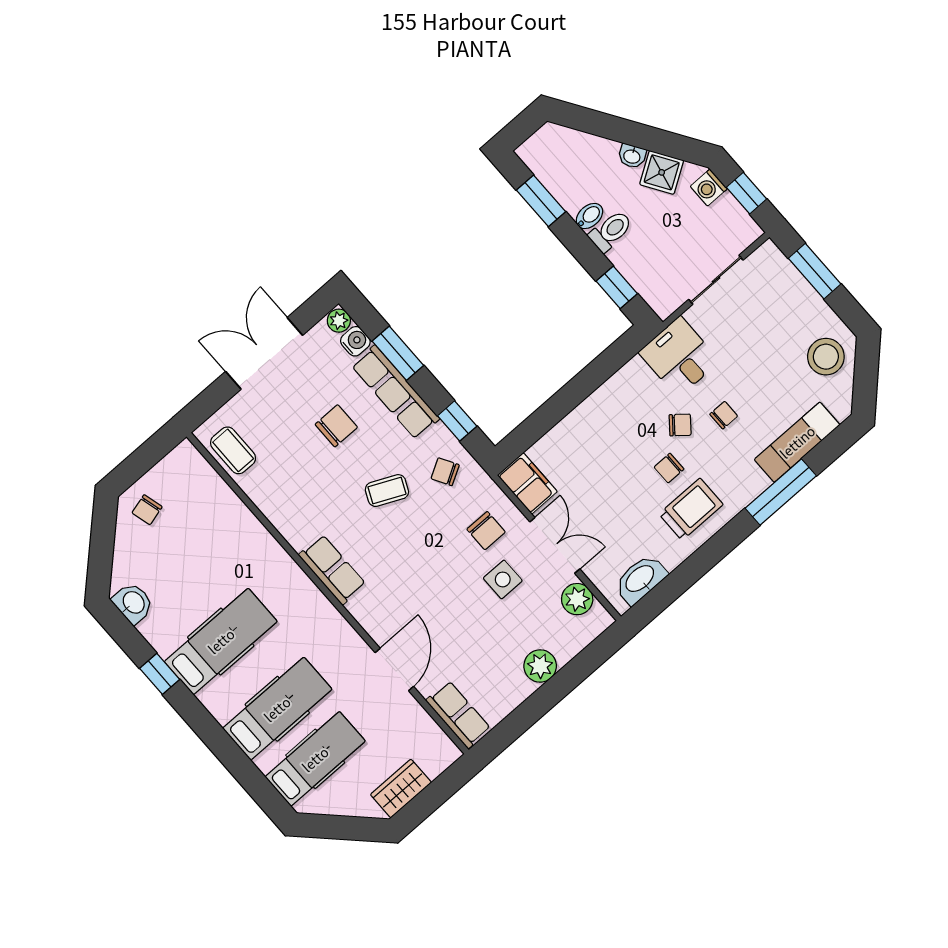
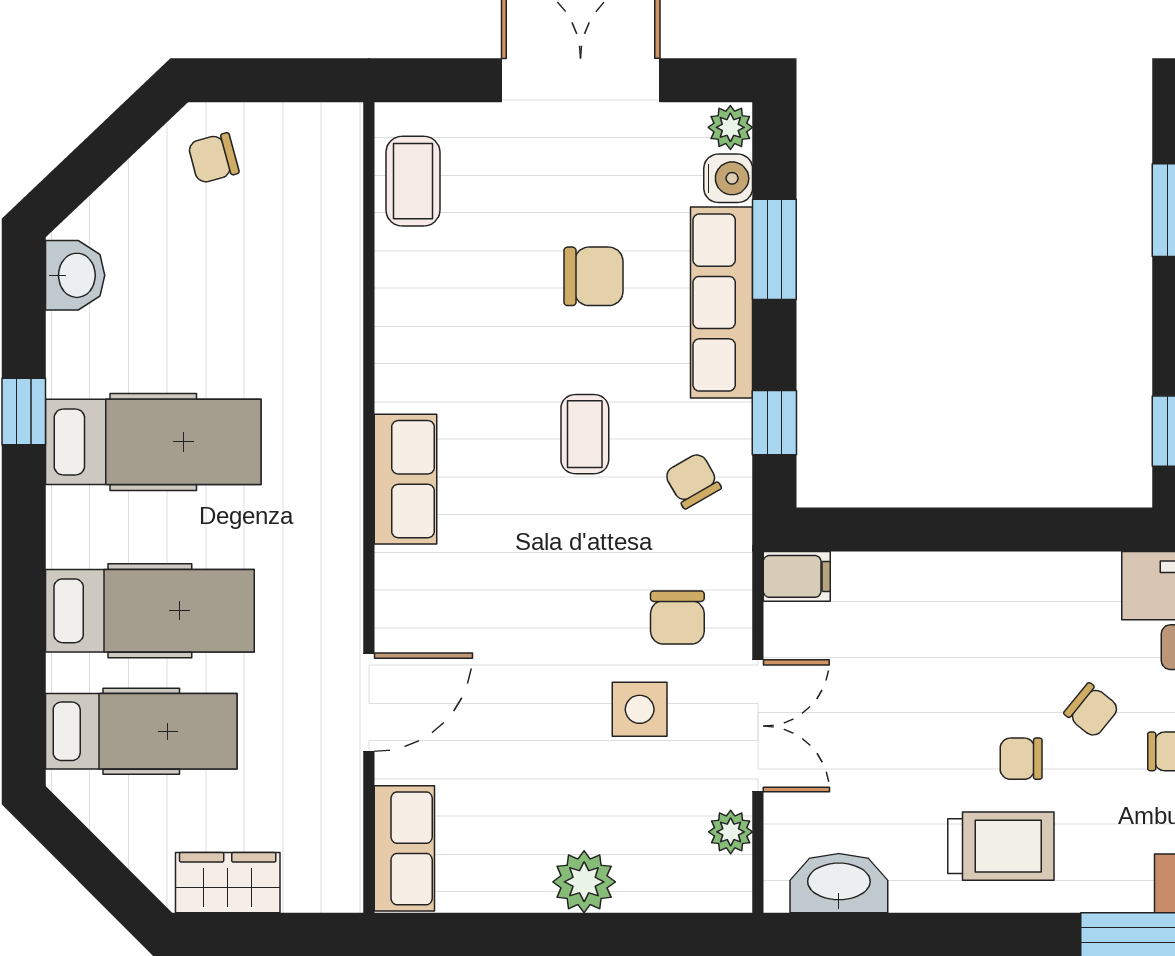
filing cabinet: (527, 483) -> (797, 576), width x0.50
coffee table: (387, 491) -> (585, 434), turned 65
plant: (577, 599) -> (731, 832), width x0.73, depth x0.73

